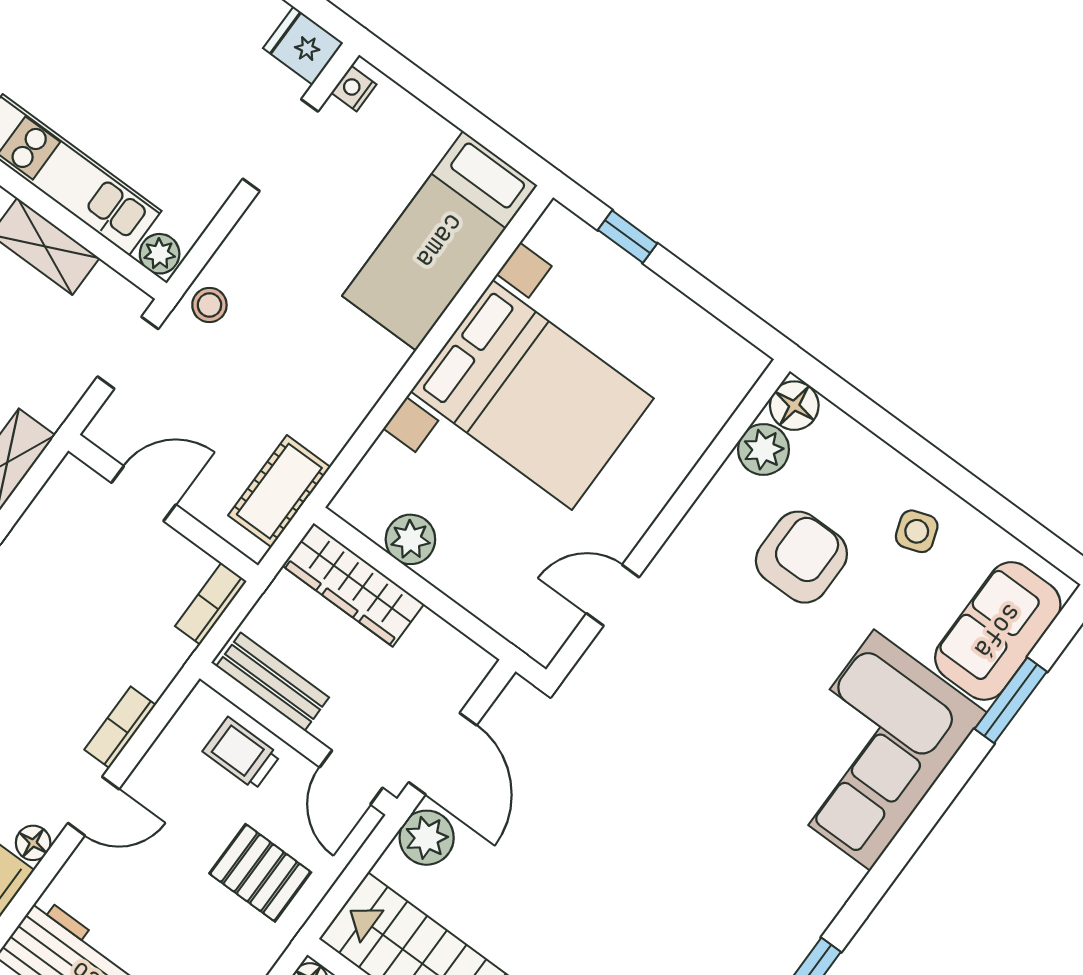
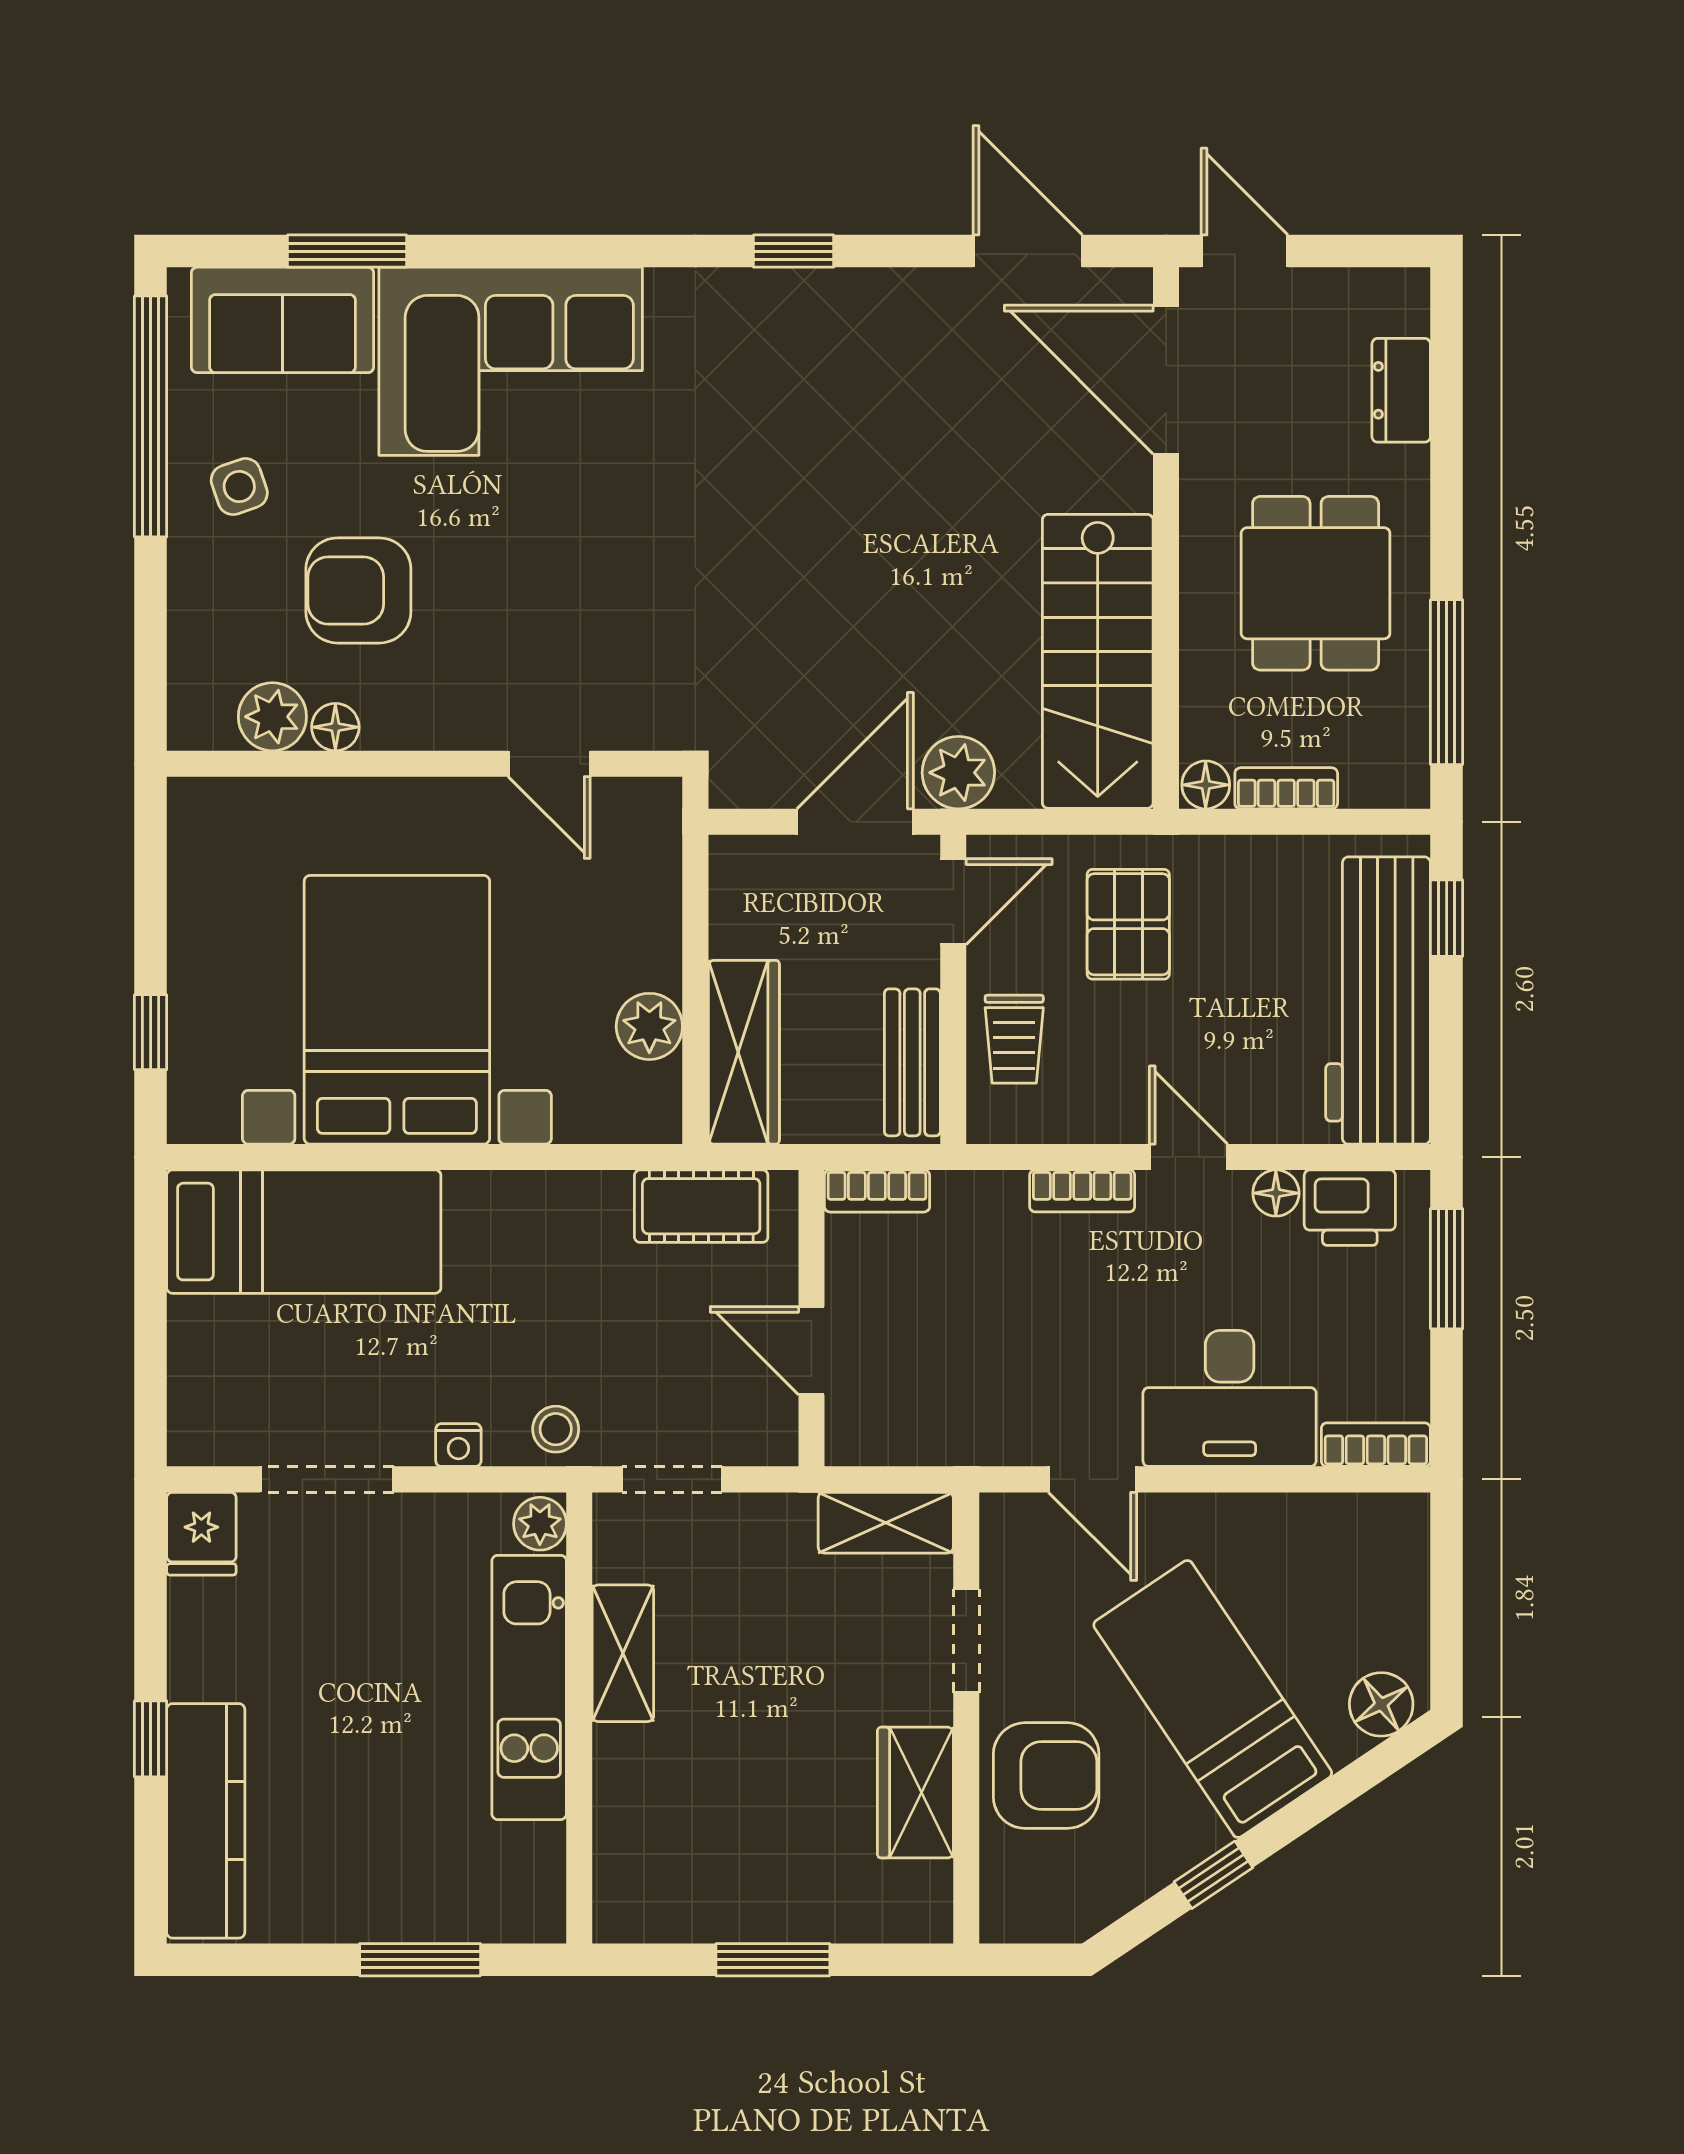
nightstand: (354, 88) -> (458, 1445), moved
floor lamp: (794, 406) -> (335, 727), moved, width x0.73, depth x0.73
window: (998, 509) -> (151, 416), added

